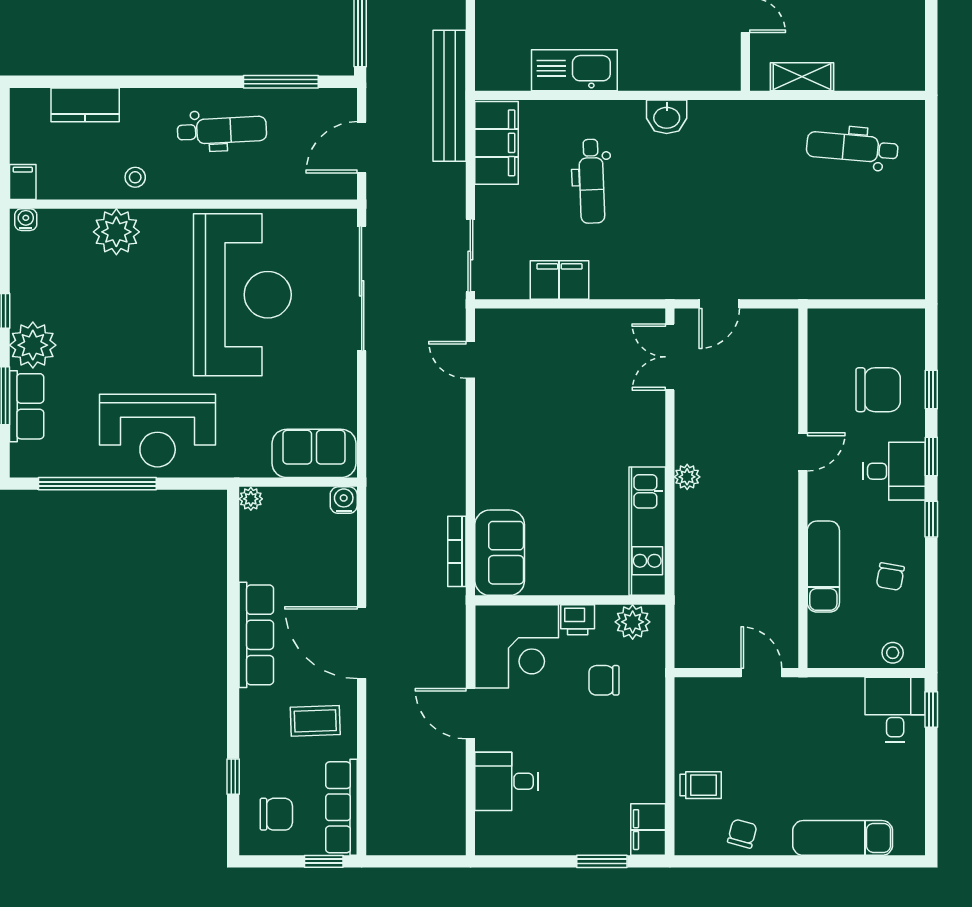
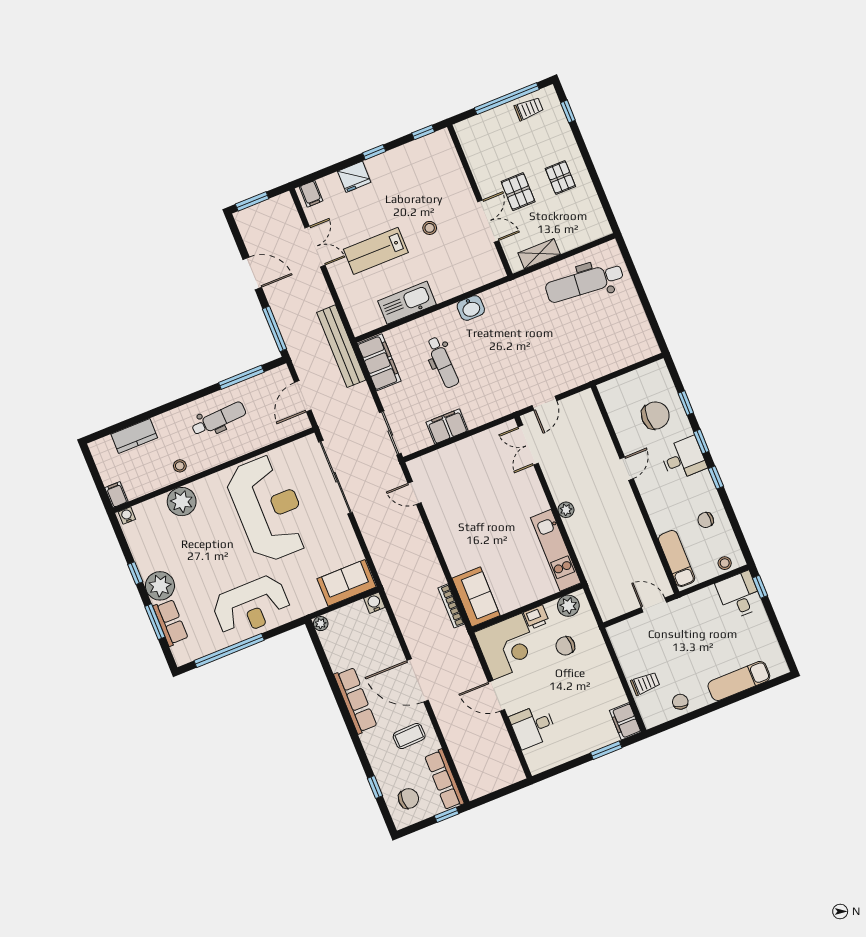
dental chair: (852, 148) -> (584, 283), width x1.36, depth x1.38
exam couch: (823, 567) -> (677, 559), moved
chair: (890, 577) -> (706, 520), turned 80

